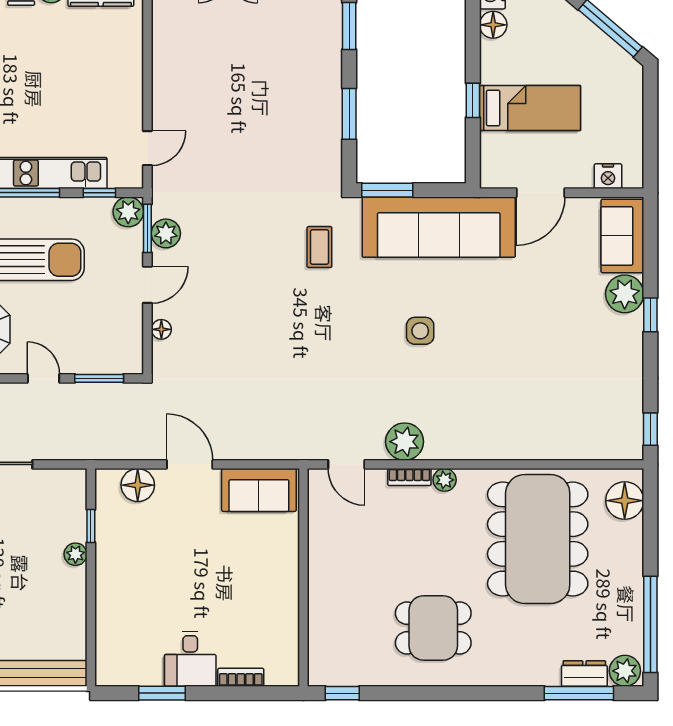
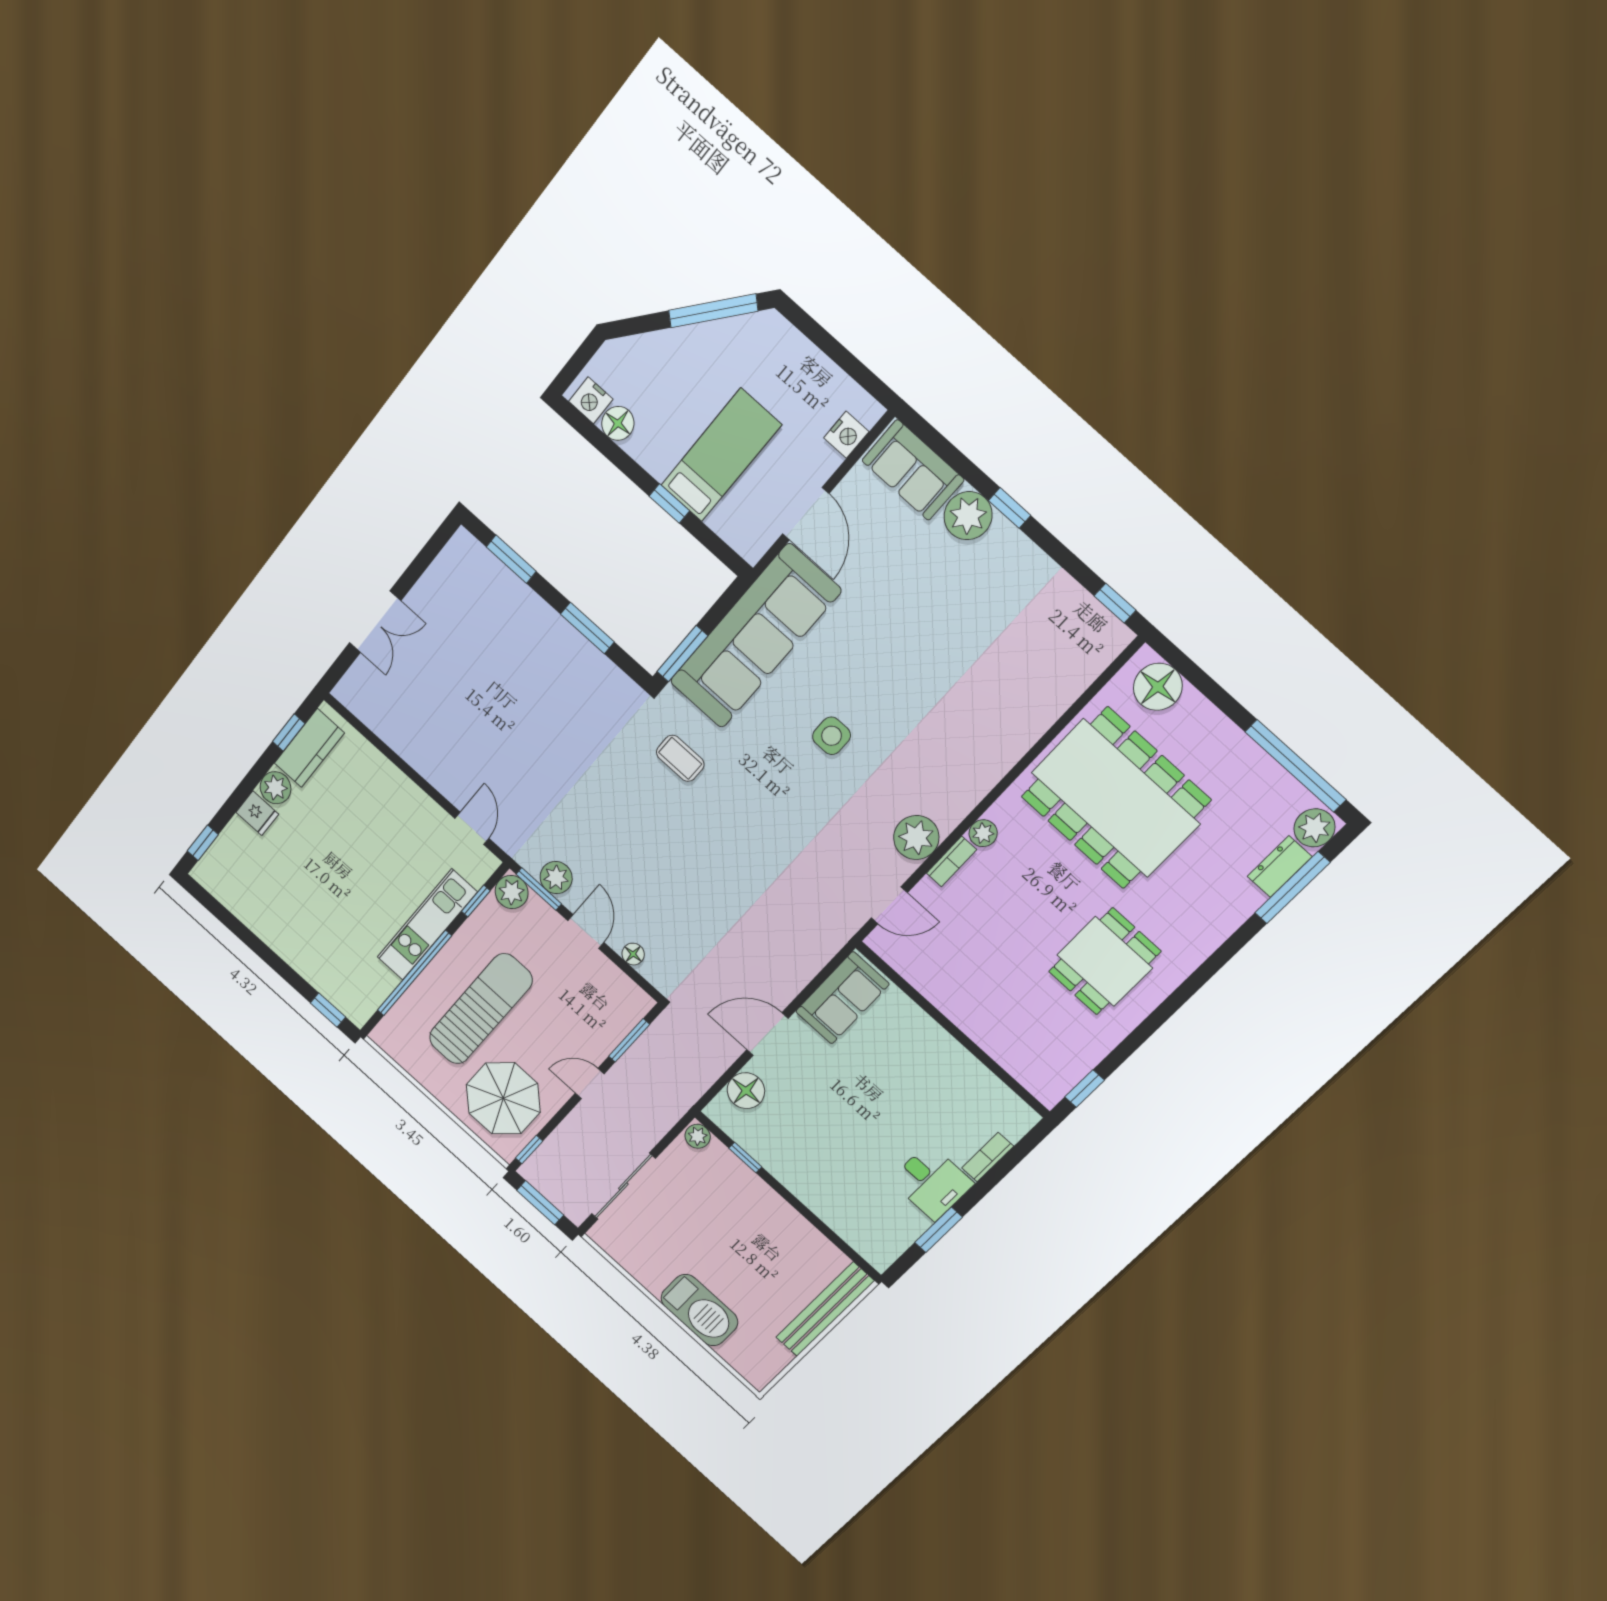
plant: (75, 554) -> (698, 1136), moved

